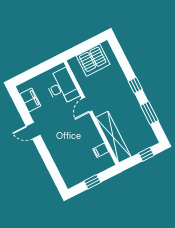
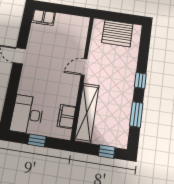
desk: (62, 87) -> (27, 114), moved, turned 180
filing cabinet: (30, 100) -> (43, 17), moved, turned 90
filing cabinet: (101, 150) -> (67, 117), width x2.00

